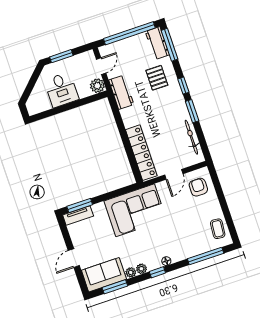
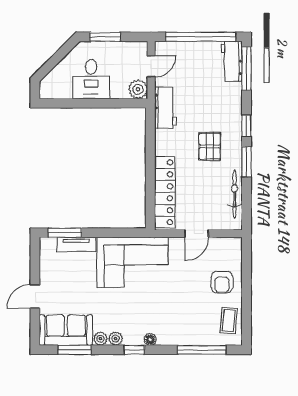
pallet: (157, 78) -> (210, 146), moved
armchair: (198, 187) -> (222, 282), moved, turned 180
tv unit: (78, 215) -> (76, 244), moved

